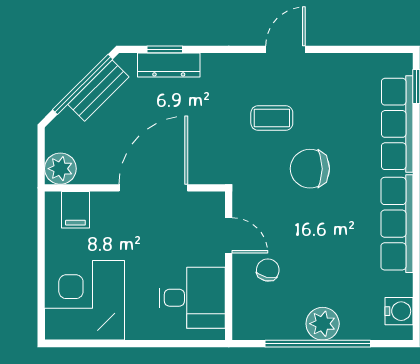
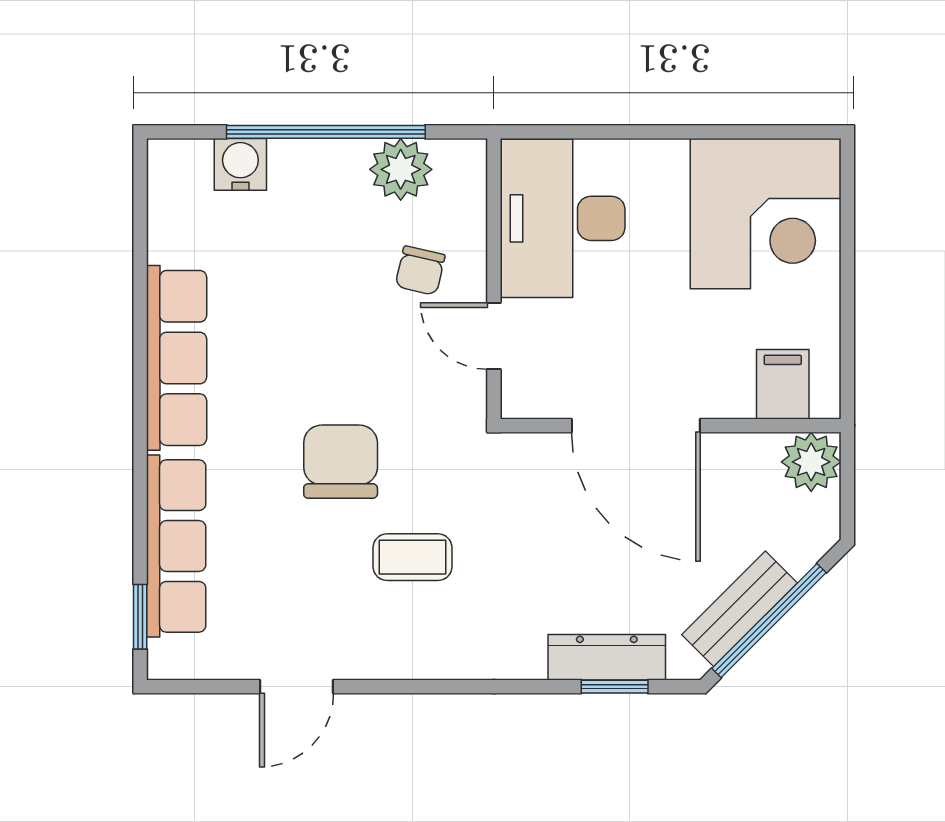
door: (286, 49) -> (297, 687), moved
chair: (310, 169) -> (341, 462), turned -90
door: (153, 188) -> (636, 426), hinge flipped
desk: (192, 298) -> (563, 218), width x1.37
water cooler: (399, 311) -> (240, 164), moved, turned 90
plant: (323, 324) -> (401, 169), moved

